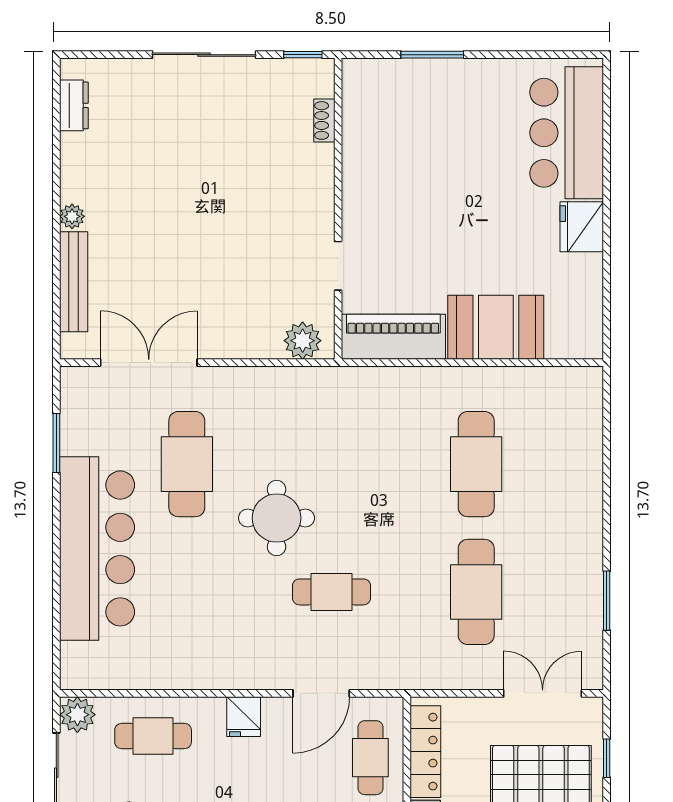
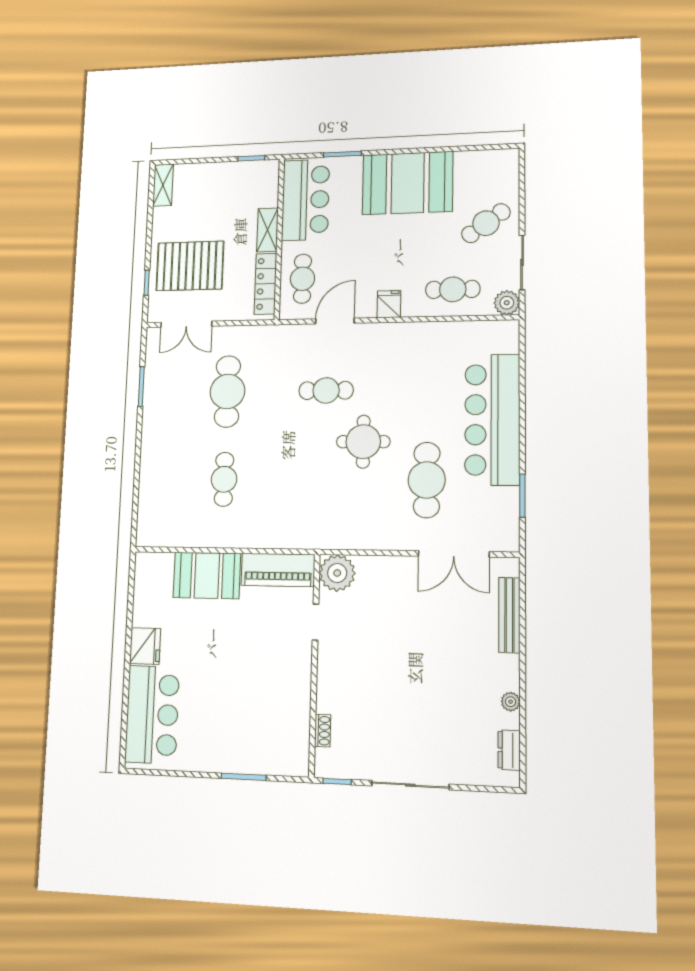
plant: (72, 216) -> (511, 702), moved
plant: (303, 341) -> (337, 573), width x1.36, depth x1.36
cafe table: (476, 464) -> (224, 479), width x0.73, depth x0.74

